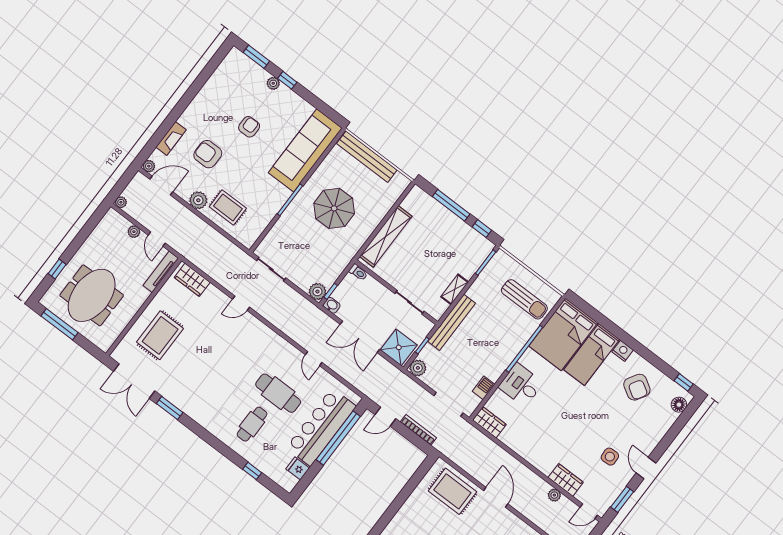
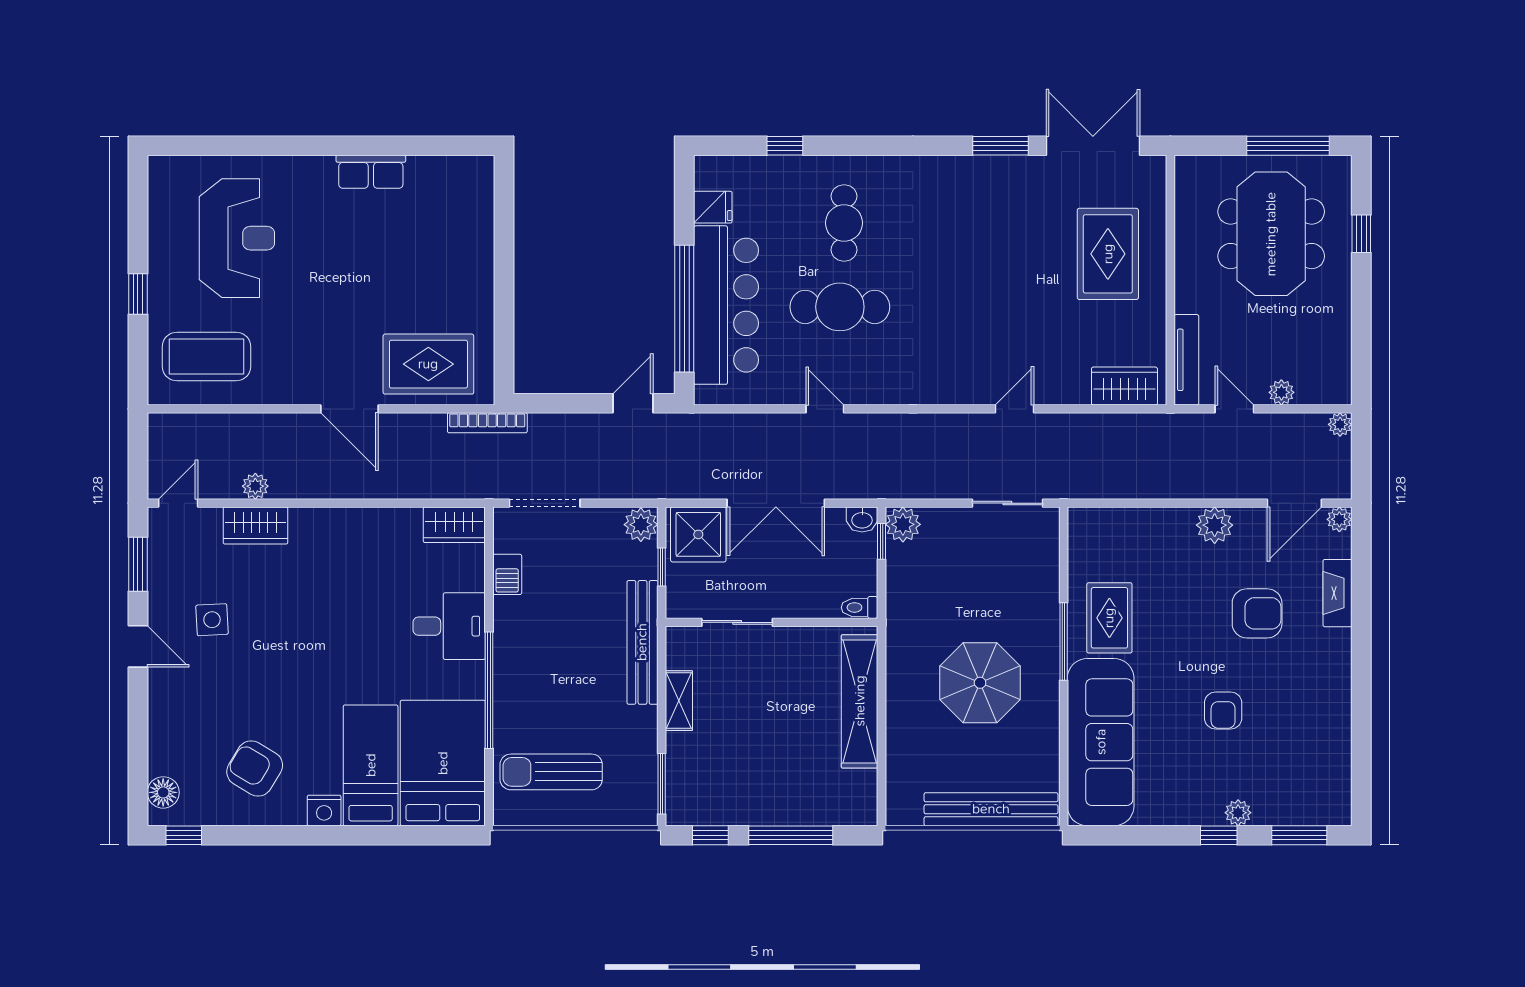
rug: (228, 207) -> (1109, 618), moved, turned 90
double door: (360, 337) -> (776, 503), swing flipped
bookcase: (418, 430) -> (487, 423), moved

